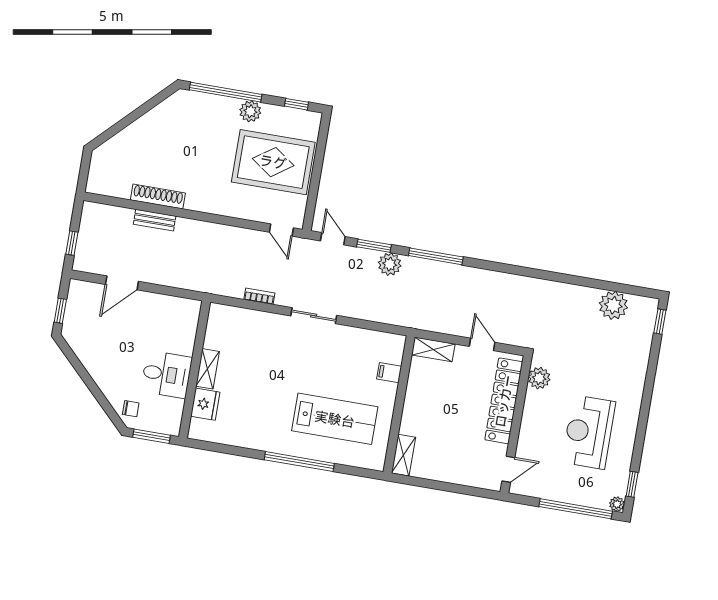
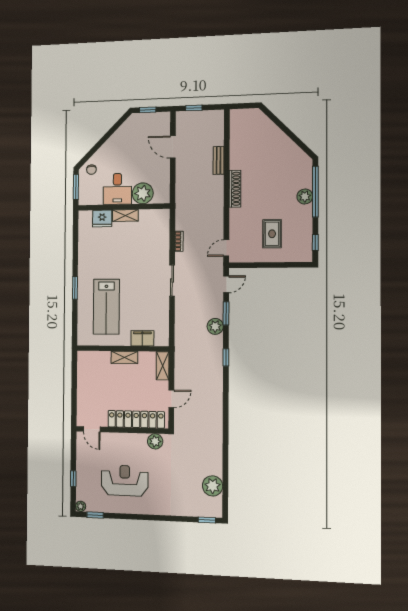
plant: (250, 111) -> (305, 196), moved
rug: (273, 162) -> (272, 234), width x0.54, depth x0.49
shoe rack: (158, 196) -> (235, 189), moved
window: (436, 256) -> (226, 357), width x0.46
plant: (180, 338) -> (143, 193), added
filing cabinet: (389, 373) -> (142, 338), width x2.00
shelving: (403, 455) -> (124, 357), moved
window: (299, 462) -> (75, 288), width x0.47
window: (576, 509) -> (73, 479), width x0.32

